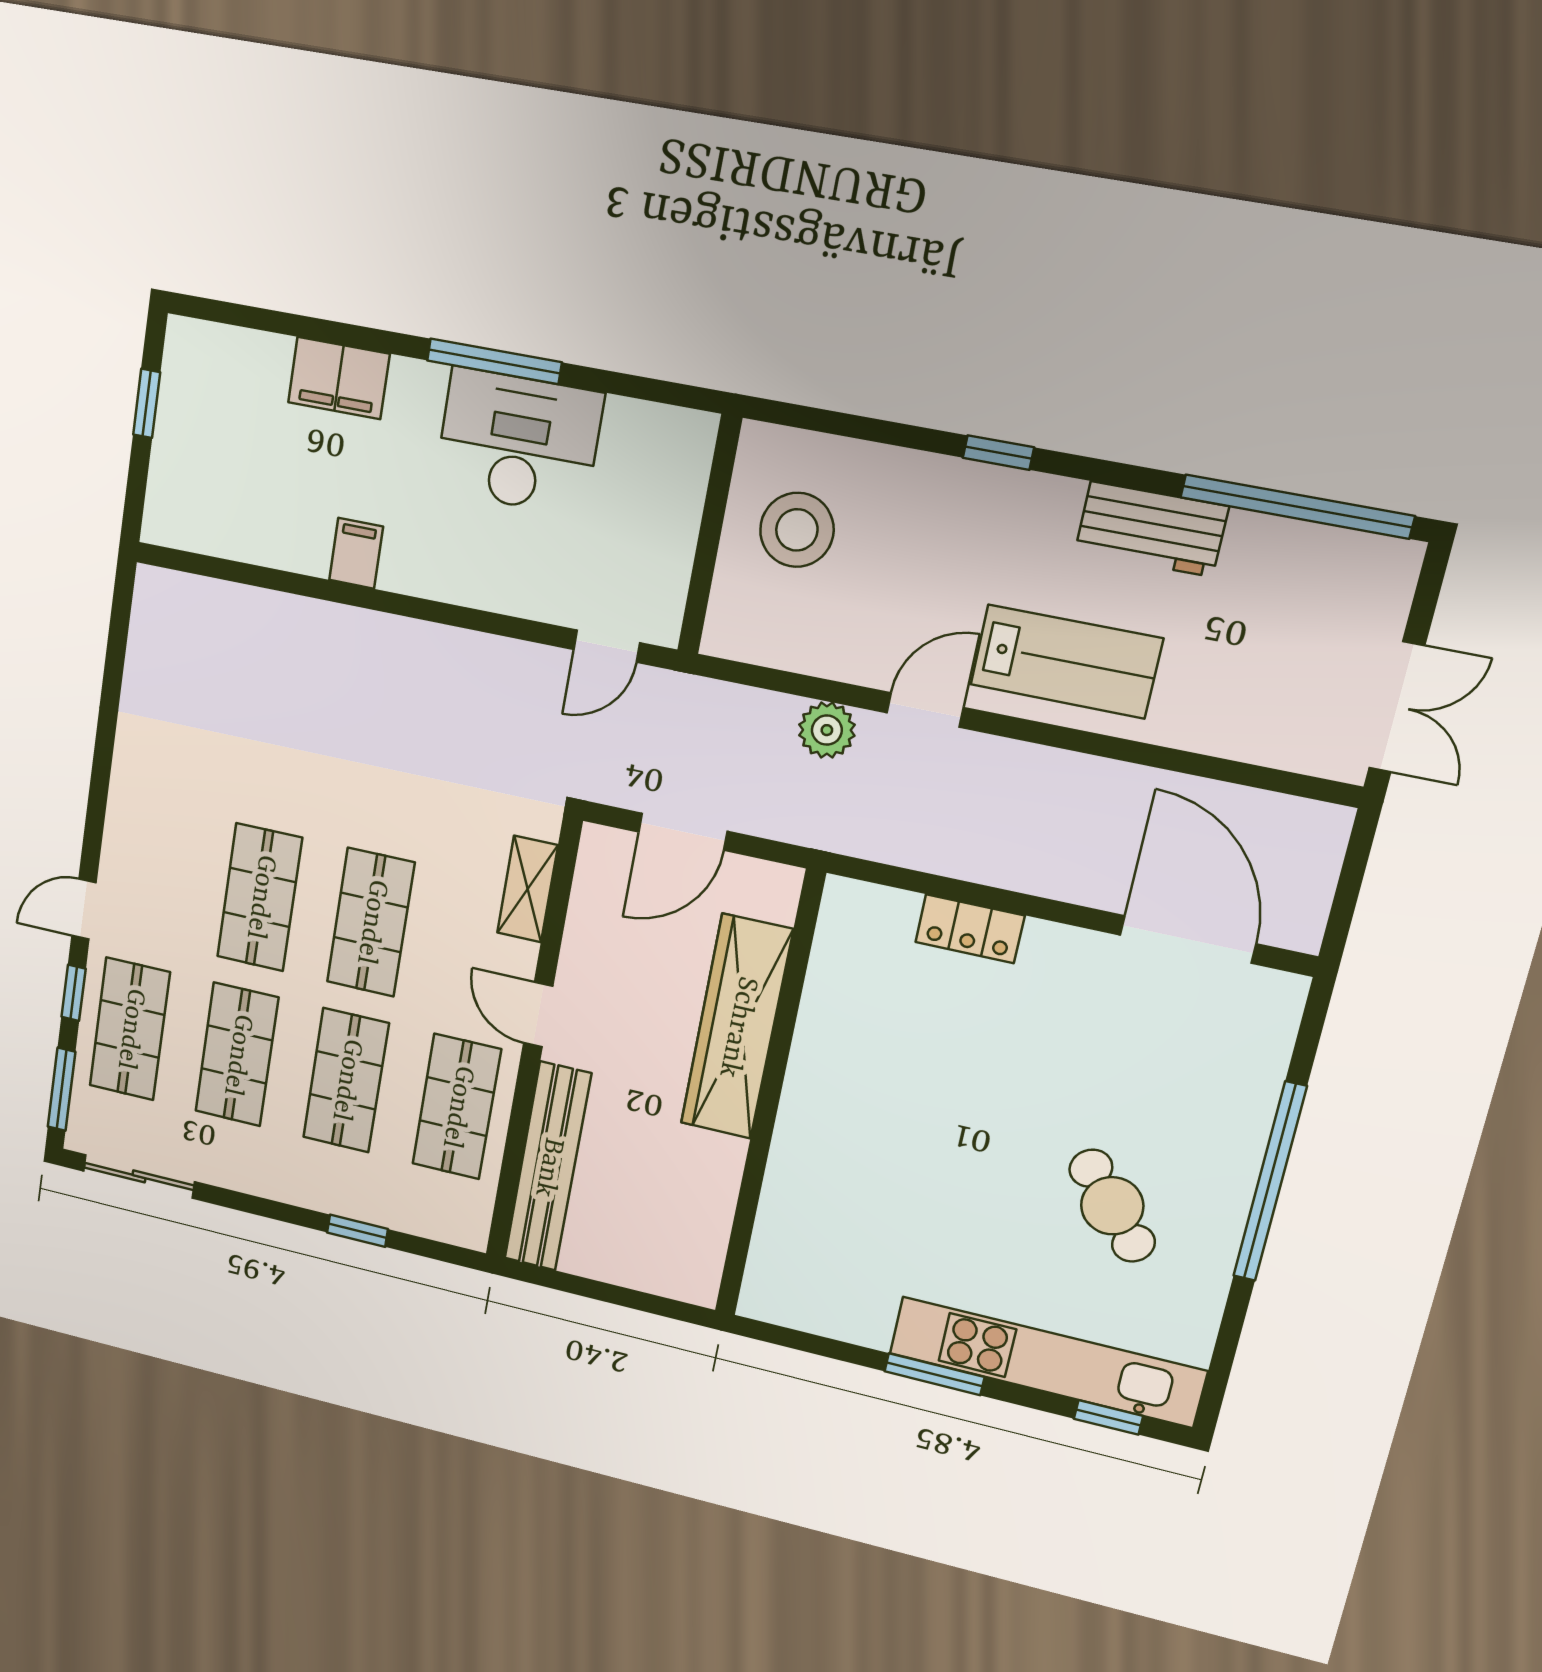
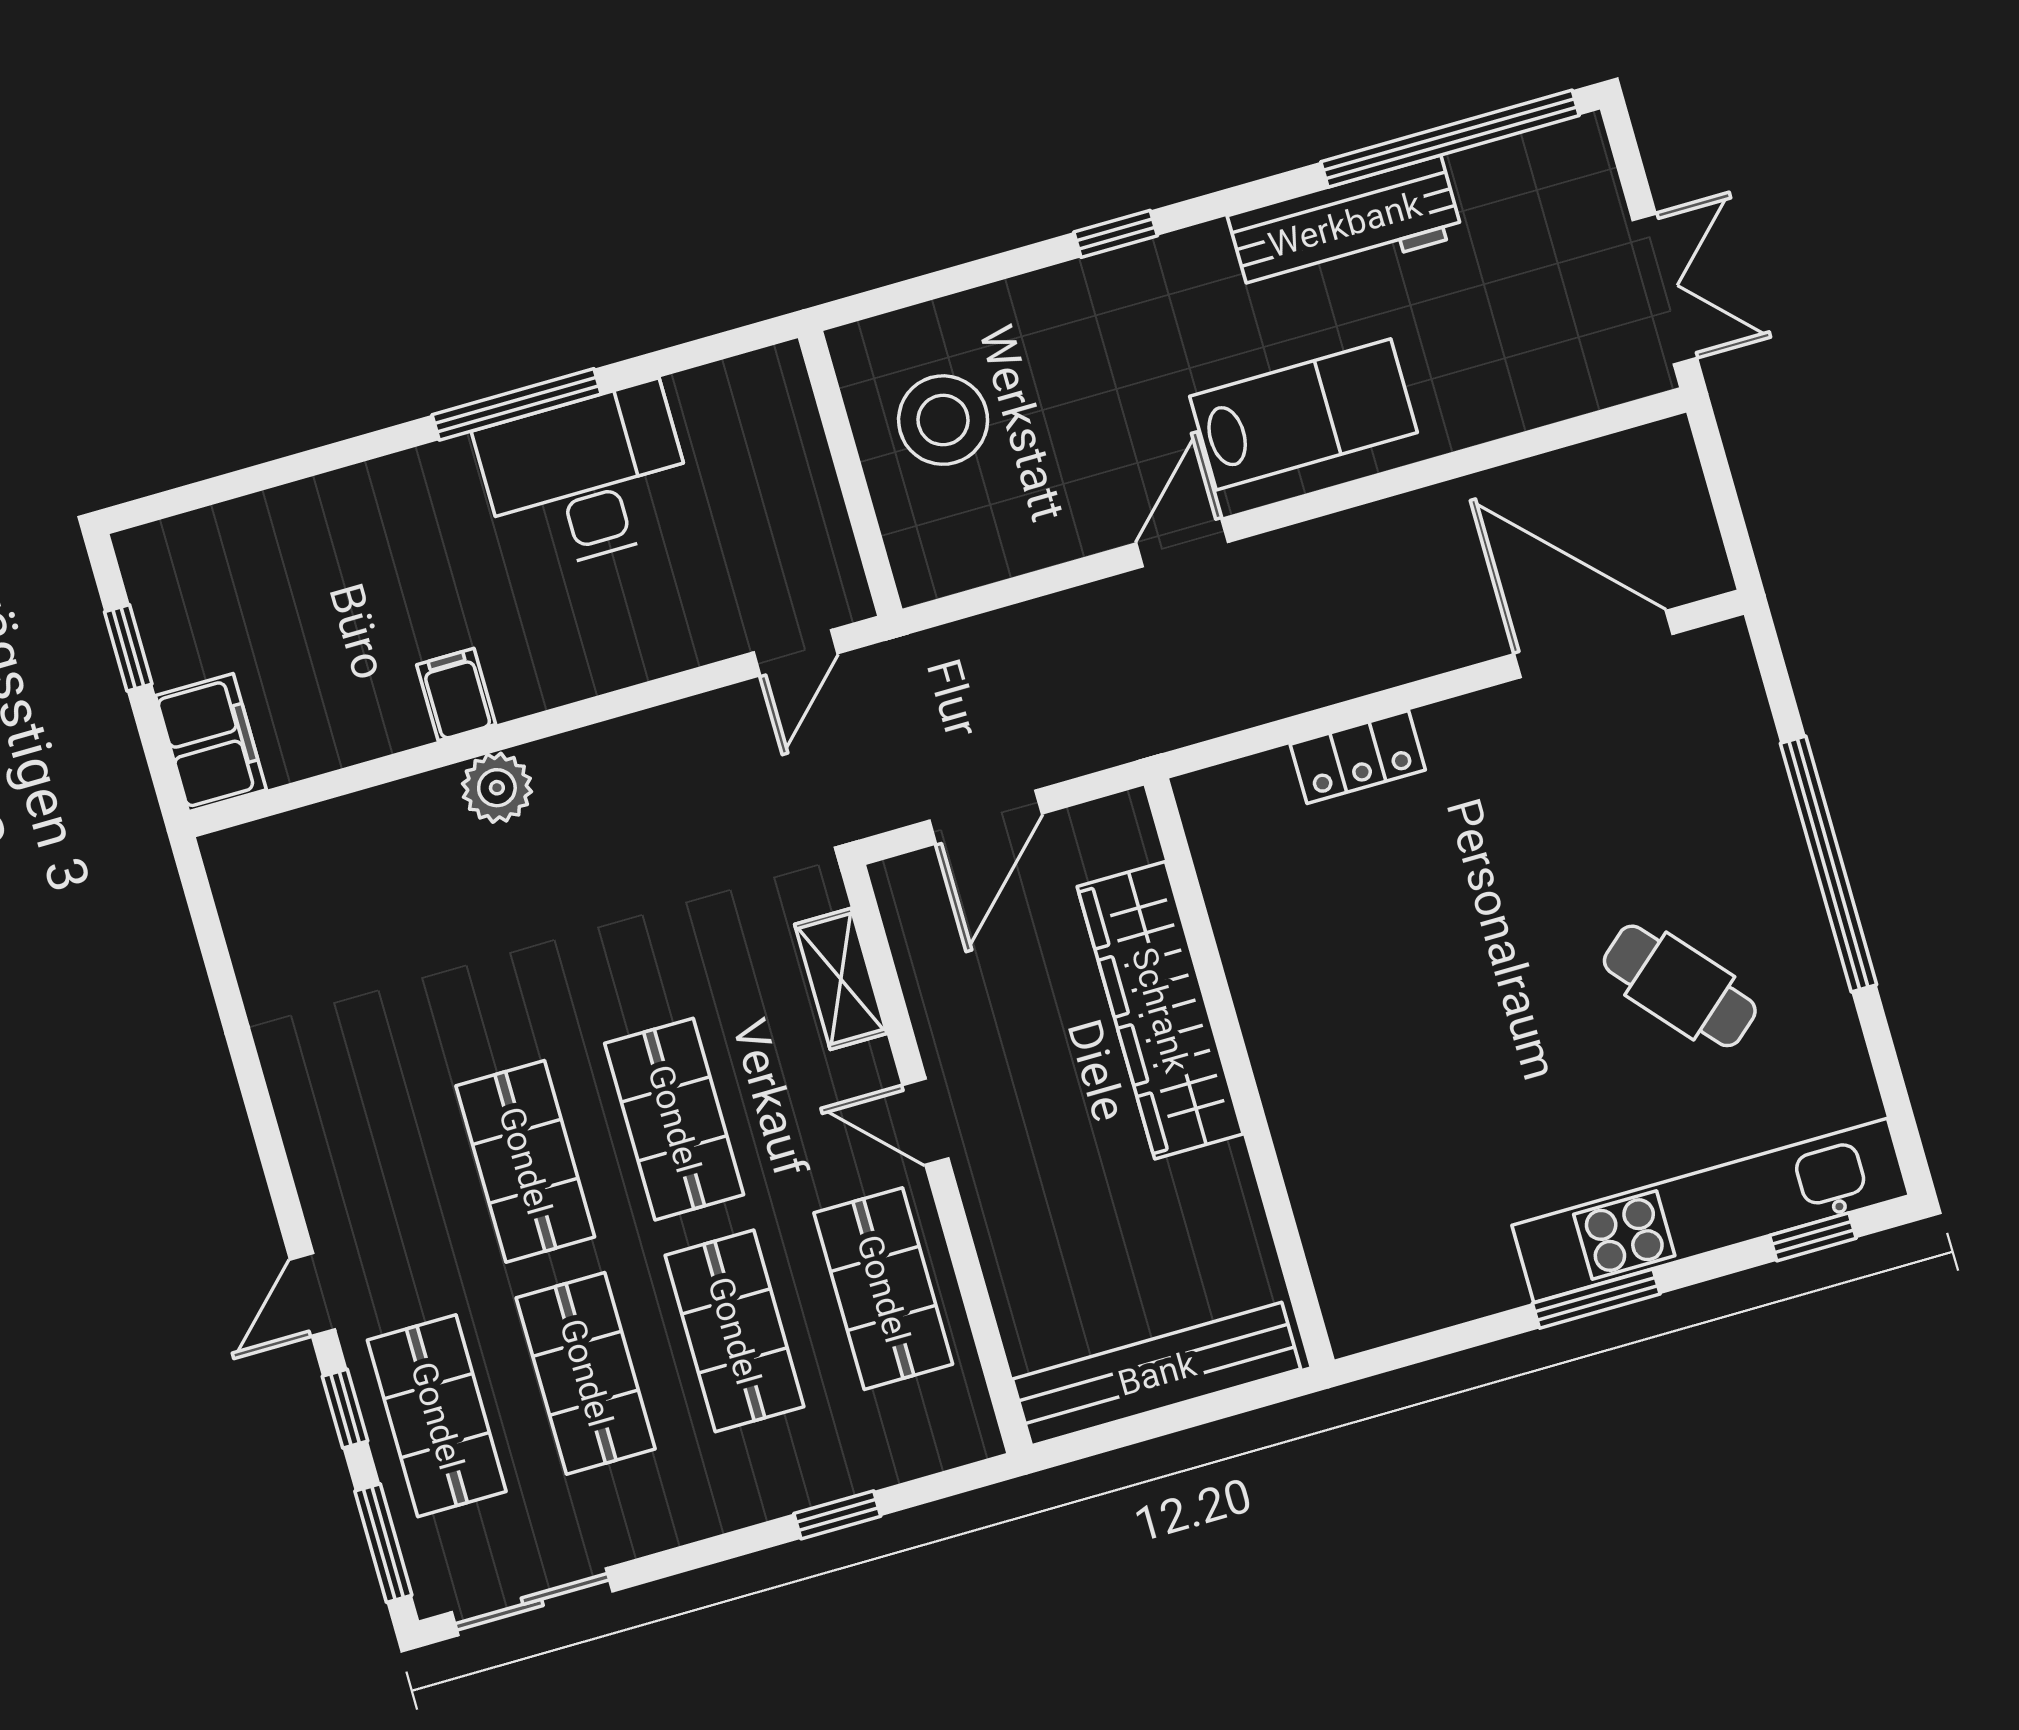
filing cabinet: (339, 378) -> (211, 743), moved, turned -90
workbench: (1151, 529) -> (1345, 225), width x1.38
plant: (827, 730) -> (497, 788), moved
bench: (548, 1167) -> (1157, 1374), moved, turned 90

